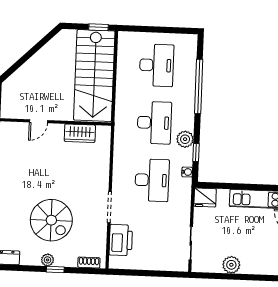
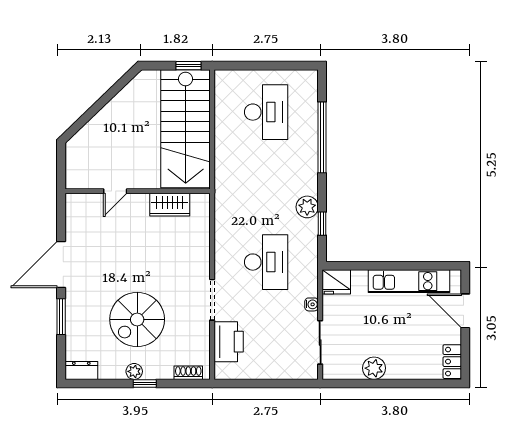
desk: (154, 123) -> (266, 187), removed
water cooler: (187, 172) -> (312, 304), moved
spiral stairs: (51, 220) -> (137, 319), turned 90

